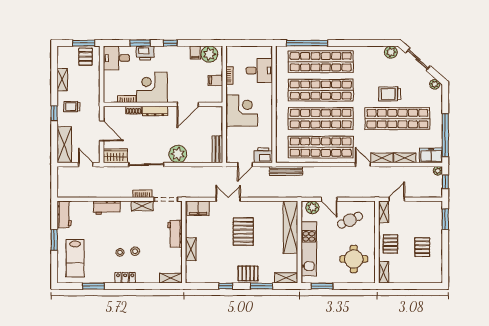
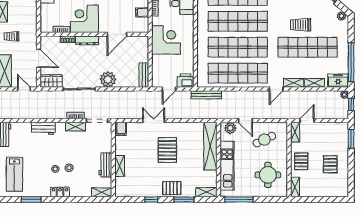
door: (363, 165) -> (276, 89), swing flipped
filing cabinet: (198, 208) -> (121, 129), width x0.50
workbench: (175, 234) -> (105, 165), moved
window: (322, 286) -> (239, 199), width x1.44

